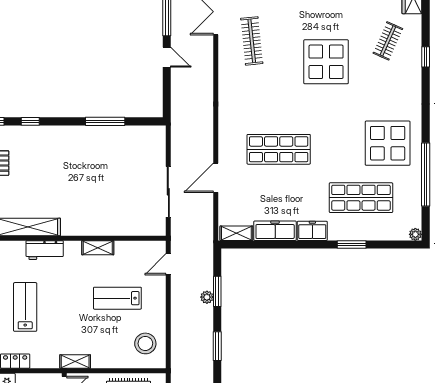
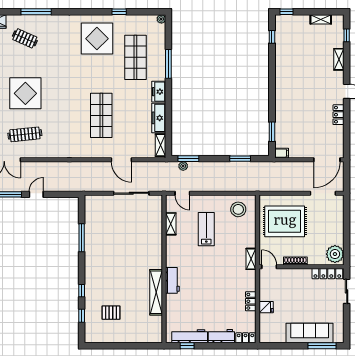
window: (426, 57) -> (36, 12), width x2.17
display table: (326, 62) -> (25, 93), moved
window: (426, 175) -> (119, 12), width x0.32
window: (352, 244) -> (168, 64), width x1.44
shelving: (98, 248) -> (171, 224), moved
window: (217, 291) -> (188, 159), moved
plant: (207, 297) -> (183, 166), moved
lab bench: (117, 298) -> (206, 229), turned 180
lab bench: (25, 307) -> (213, 294), removed

